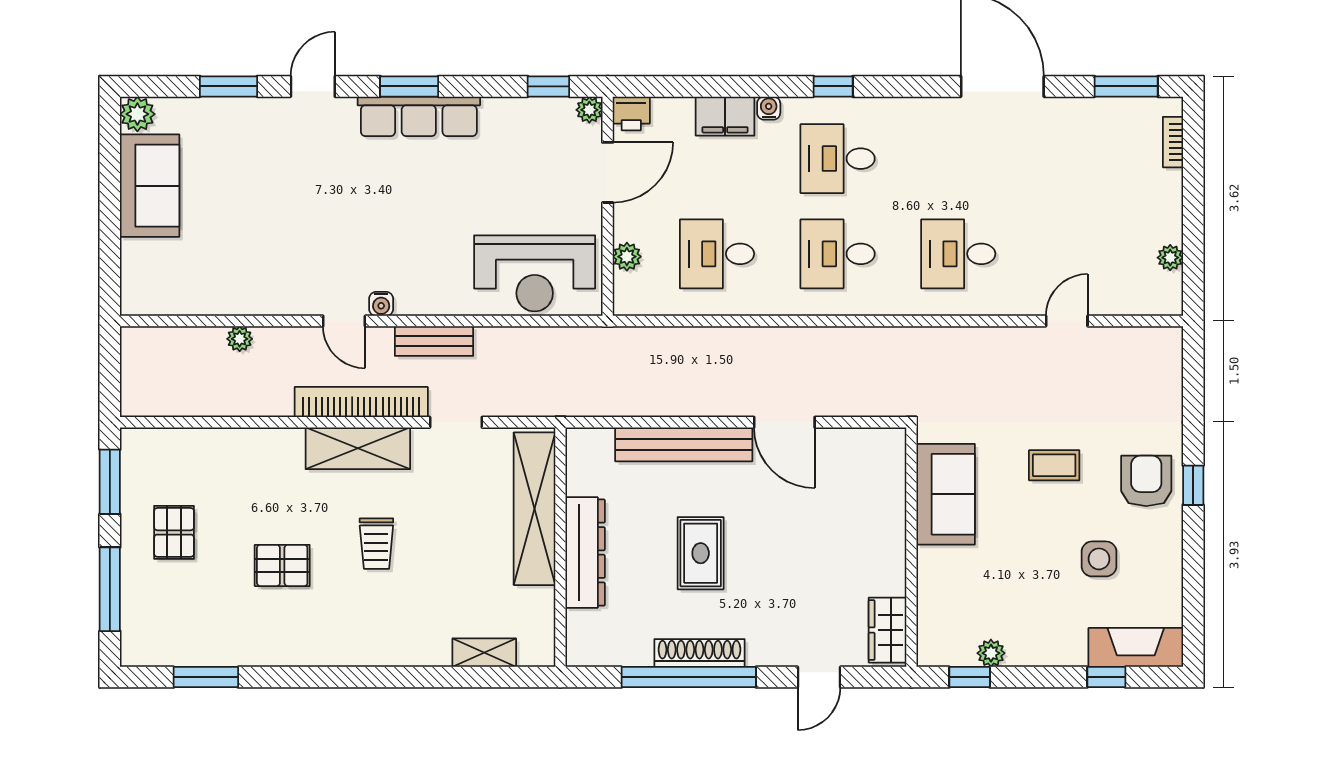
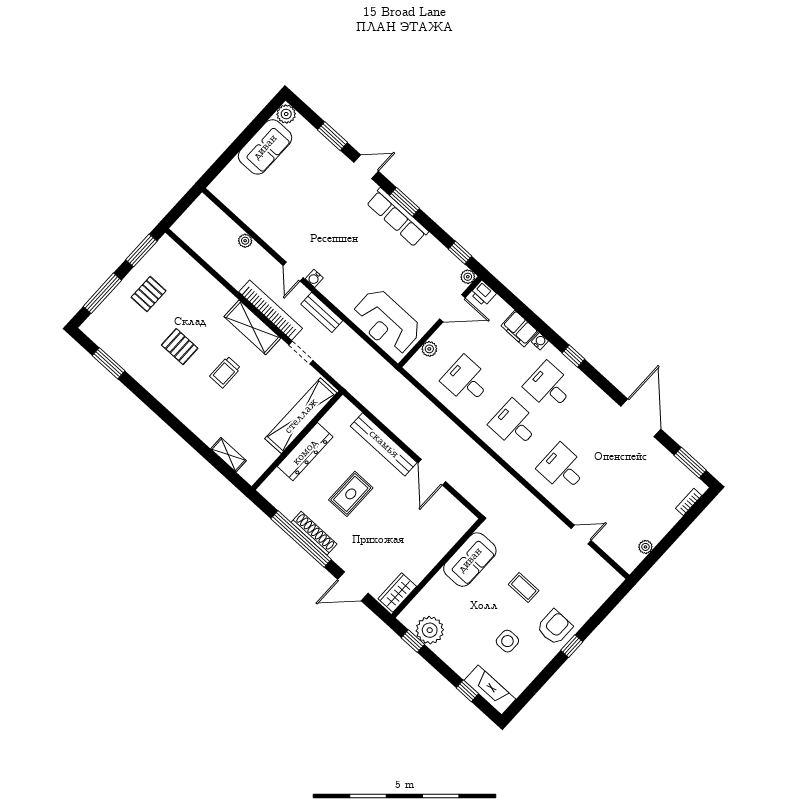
plant: (991, 653) -> (430, 630), width x1.87, depth x1.87
door: (819, 677) -> (353, 586), width x1.38

